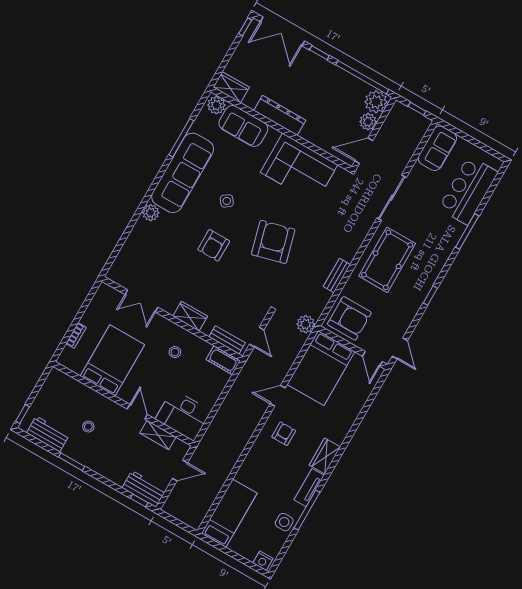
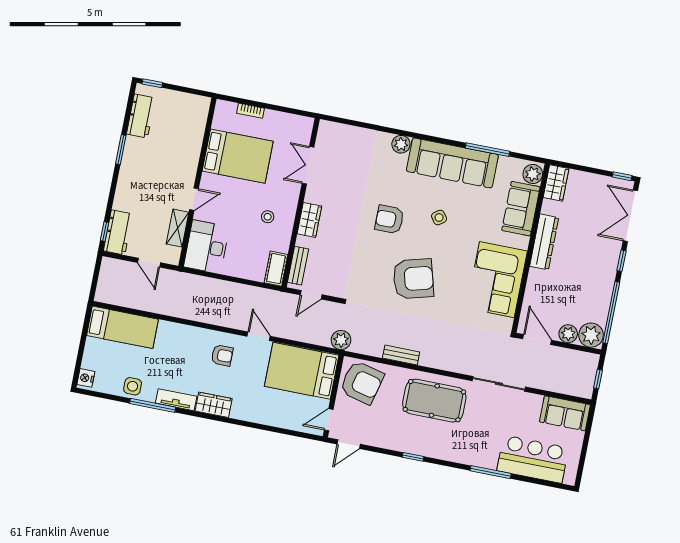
armchair: (349, 318) -> (362, 382), turned -76
stool: (88, 427) -> (162, 154), removed

